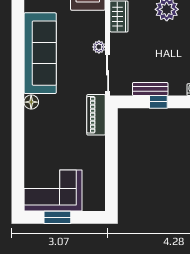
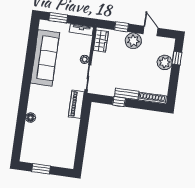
bench: (150, 89) -> (127, 94), moved
floor lamp: (31, 102) -> (30, 118), moved
corner sofa: (53, 191) -> (41, 150), removed

